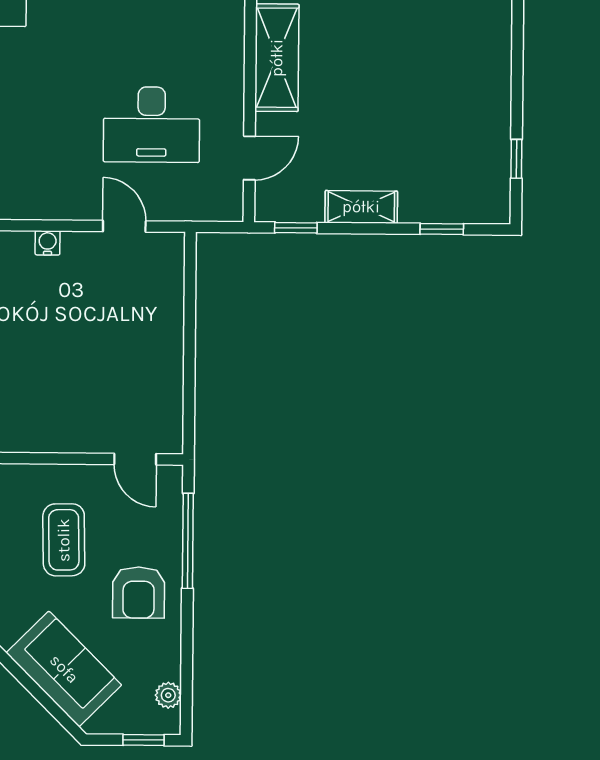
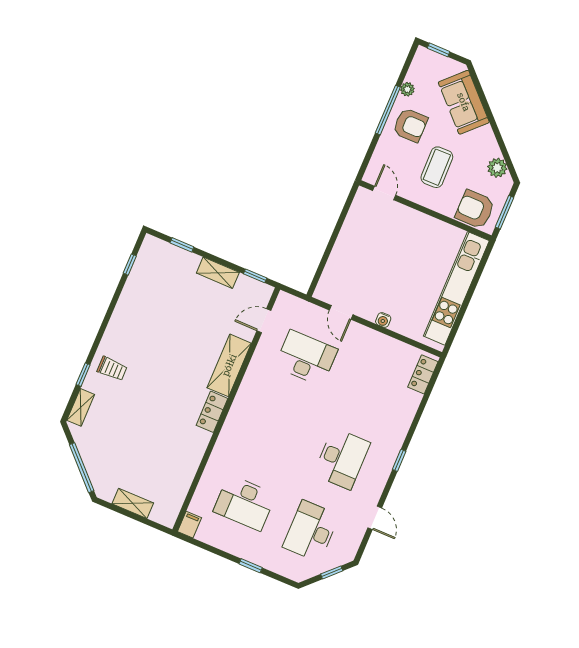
window: (188, 541) -> (388, 110), moved
armchair: (139, 592) -> (410, 125), turned 90
plant: (168, 695) -> (407, 89), moved

